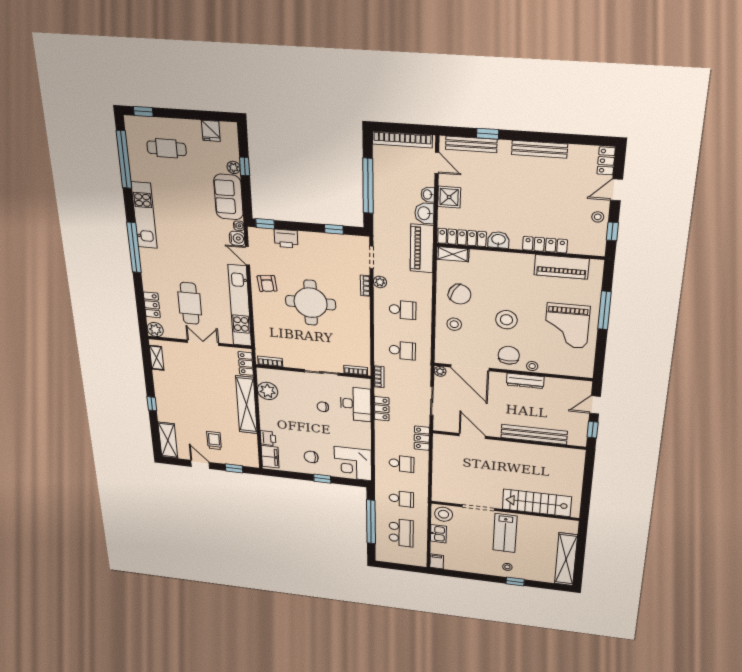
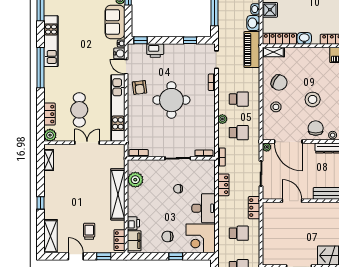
plant: (380, 282) -> (222, 119), moved
locker: (246, 364) -> (119, 240), moved
desk: (356, 404) -> (204, 208), moved

